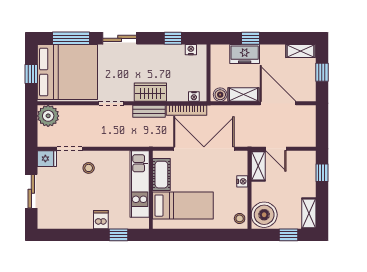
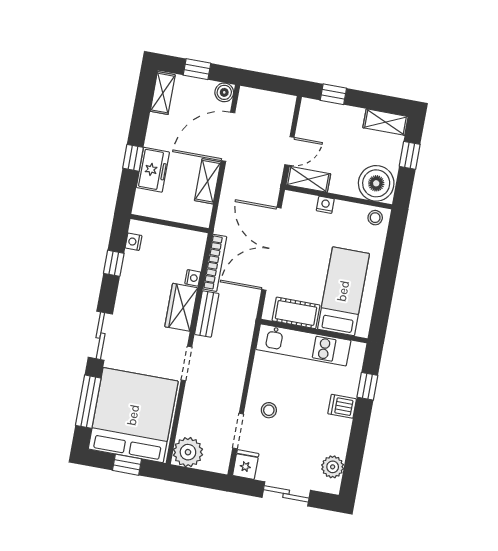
boiler: (220, 95) -> (224, 92), moved
nightstand: (194, 96) -> (193, 278), moved
plant: (57, 221) -> (333, 467), added

